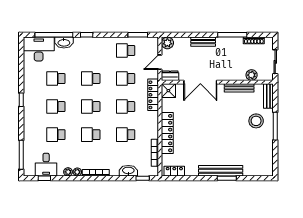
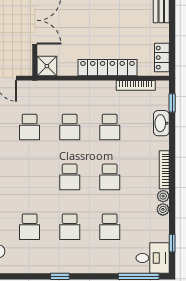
dresser: (170, 76) -> (26, 64), removed
school desk: (91, 79) -> (30, 177), removed
locker: (153, 95) -> (53, 88), removed
desk: (46, 165) -> (153, 258), moved

